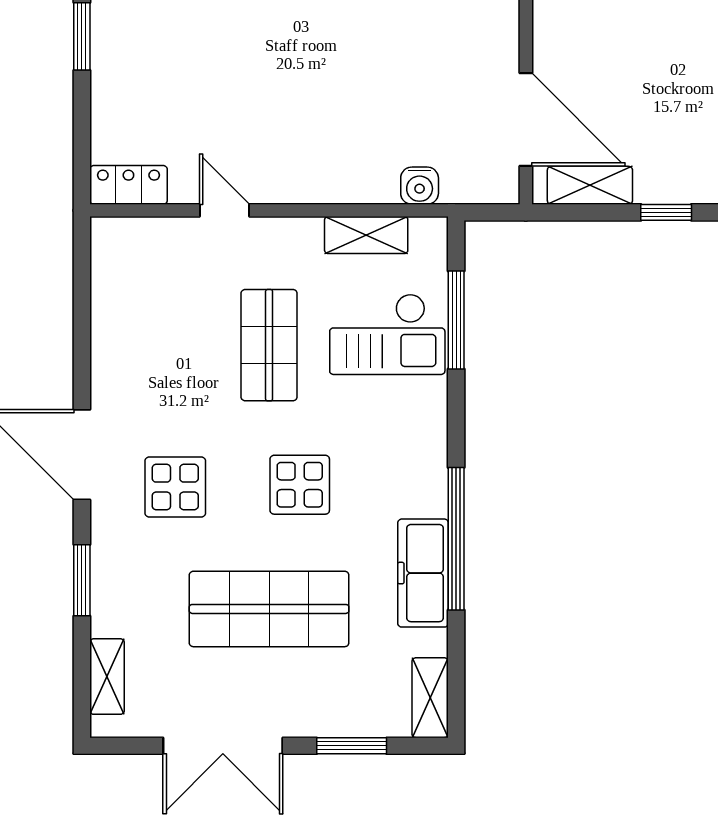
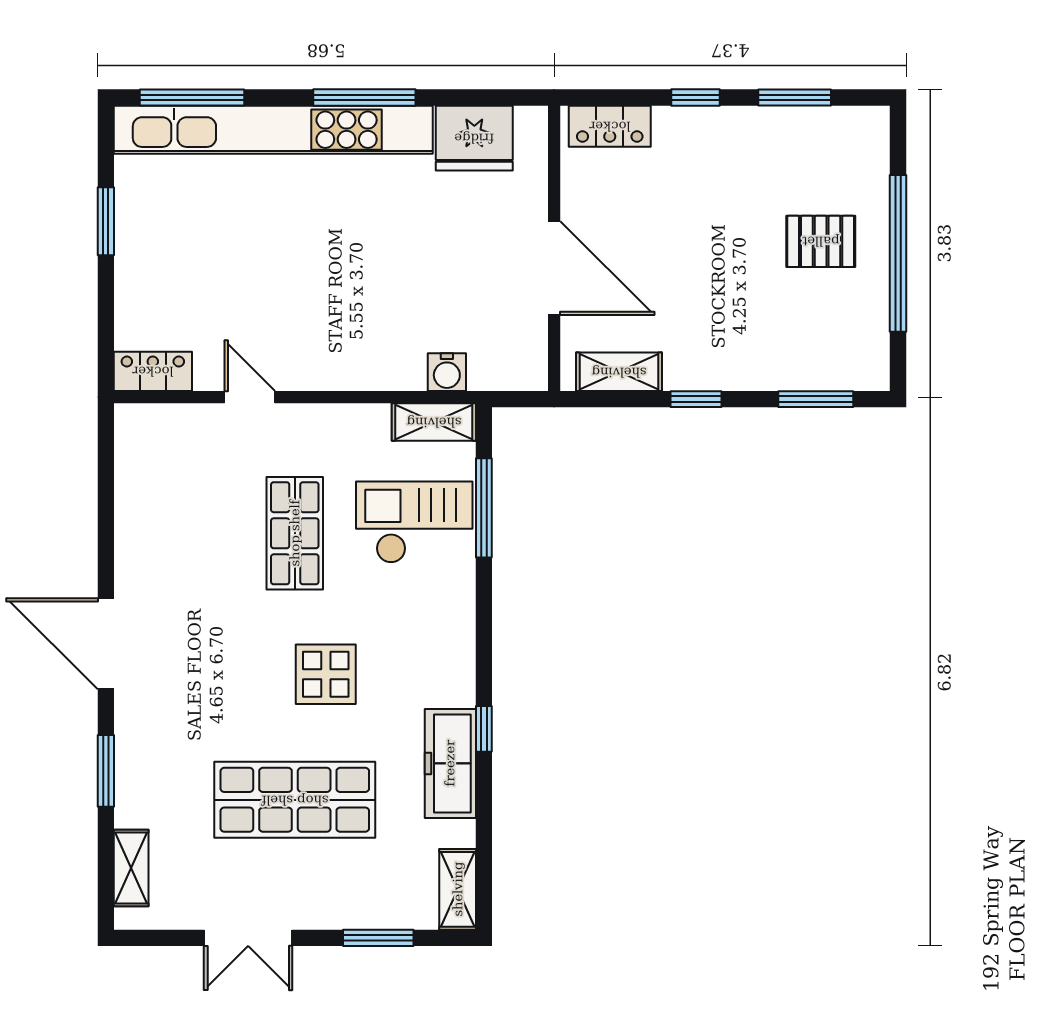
door: (526, 120) -> (554, 268), moved
shelving: (366, 235) -> (434, 422), moved
checkout: (387, 334) -> (414, 522), turned 180
display table: (175, 487) -> (200, 677), removed
window: (456, 539) -> (484, 729), width x0.32
double door: (223, 746) -> (248, 938), width x0.73

